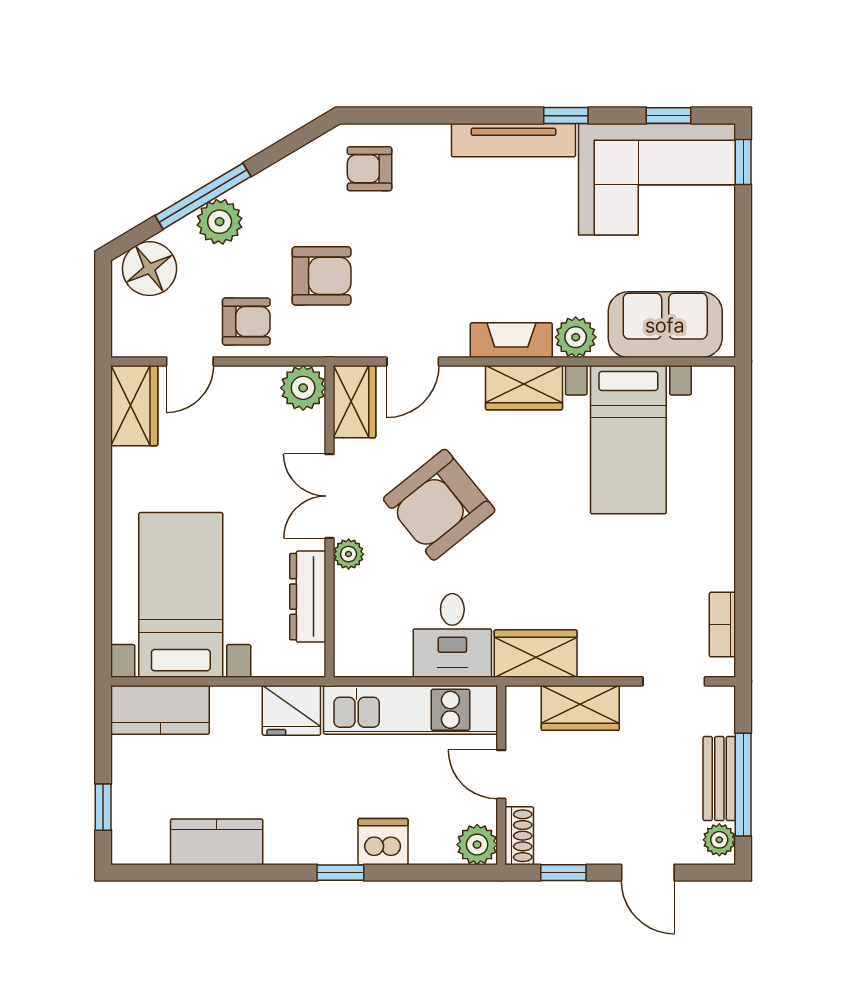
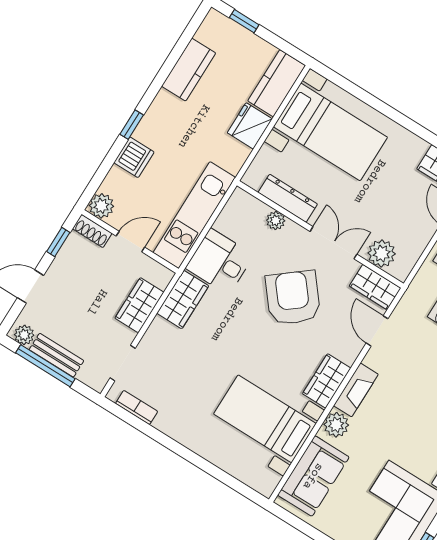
plant: (303, 388) -> (382, 253), moved
plant: (349, 554) -> (276, 221), moved
fridge: (291, 710) -> (250, 126), moved

